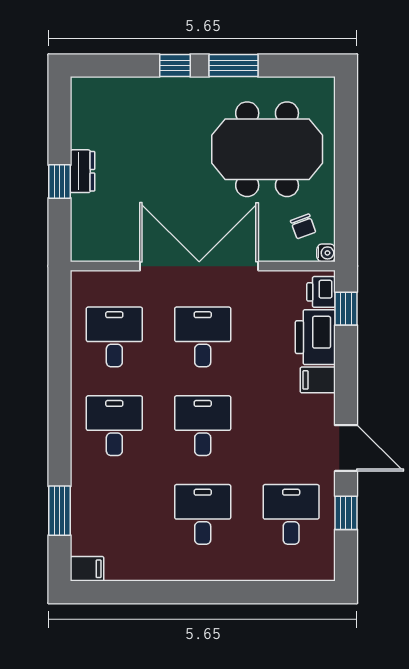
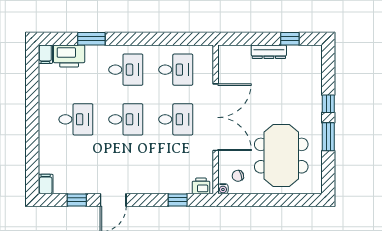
dresser: (82, 171) -> (269, 52), width x1.44
window: (59, 182) -> (290, 39), moved
window: (346, 309) -> (178, 200), moved
printer: (315, 337) -> (69, 56), moved, turned 180
filing cabinet: (318, 380) -> (46, 184), moved
window: (59, 511) -> (91, 39), moved
desk: (291, 514) -> (76, 169), removed

